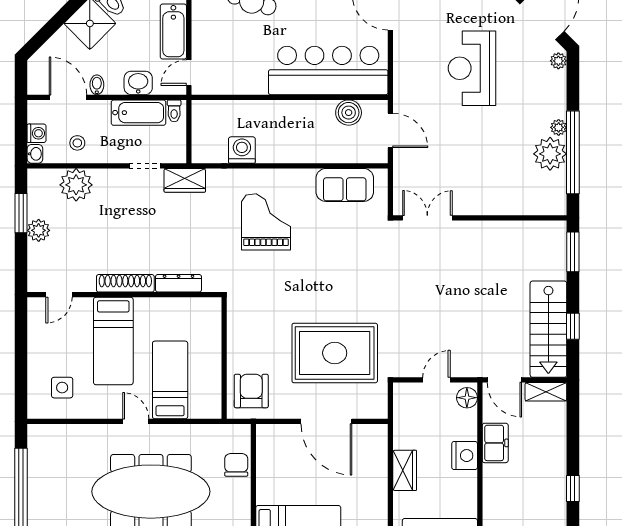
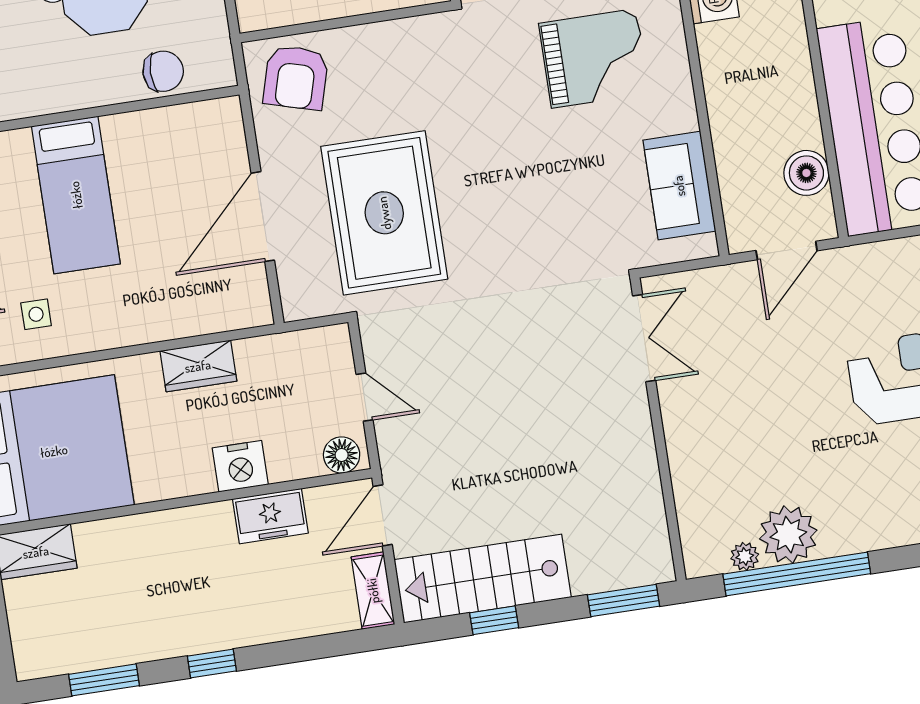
plant: (559, 127) -> (745, 556), moved
armchair: (251, 391) -> (296, 78), turned 106

